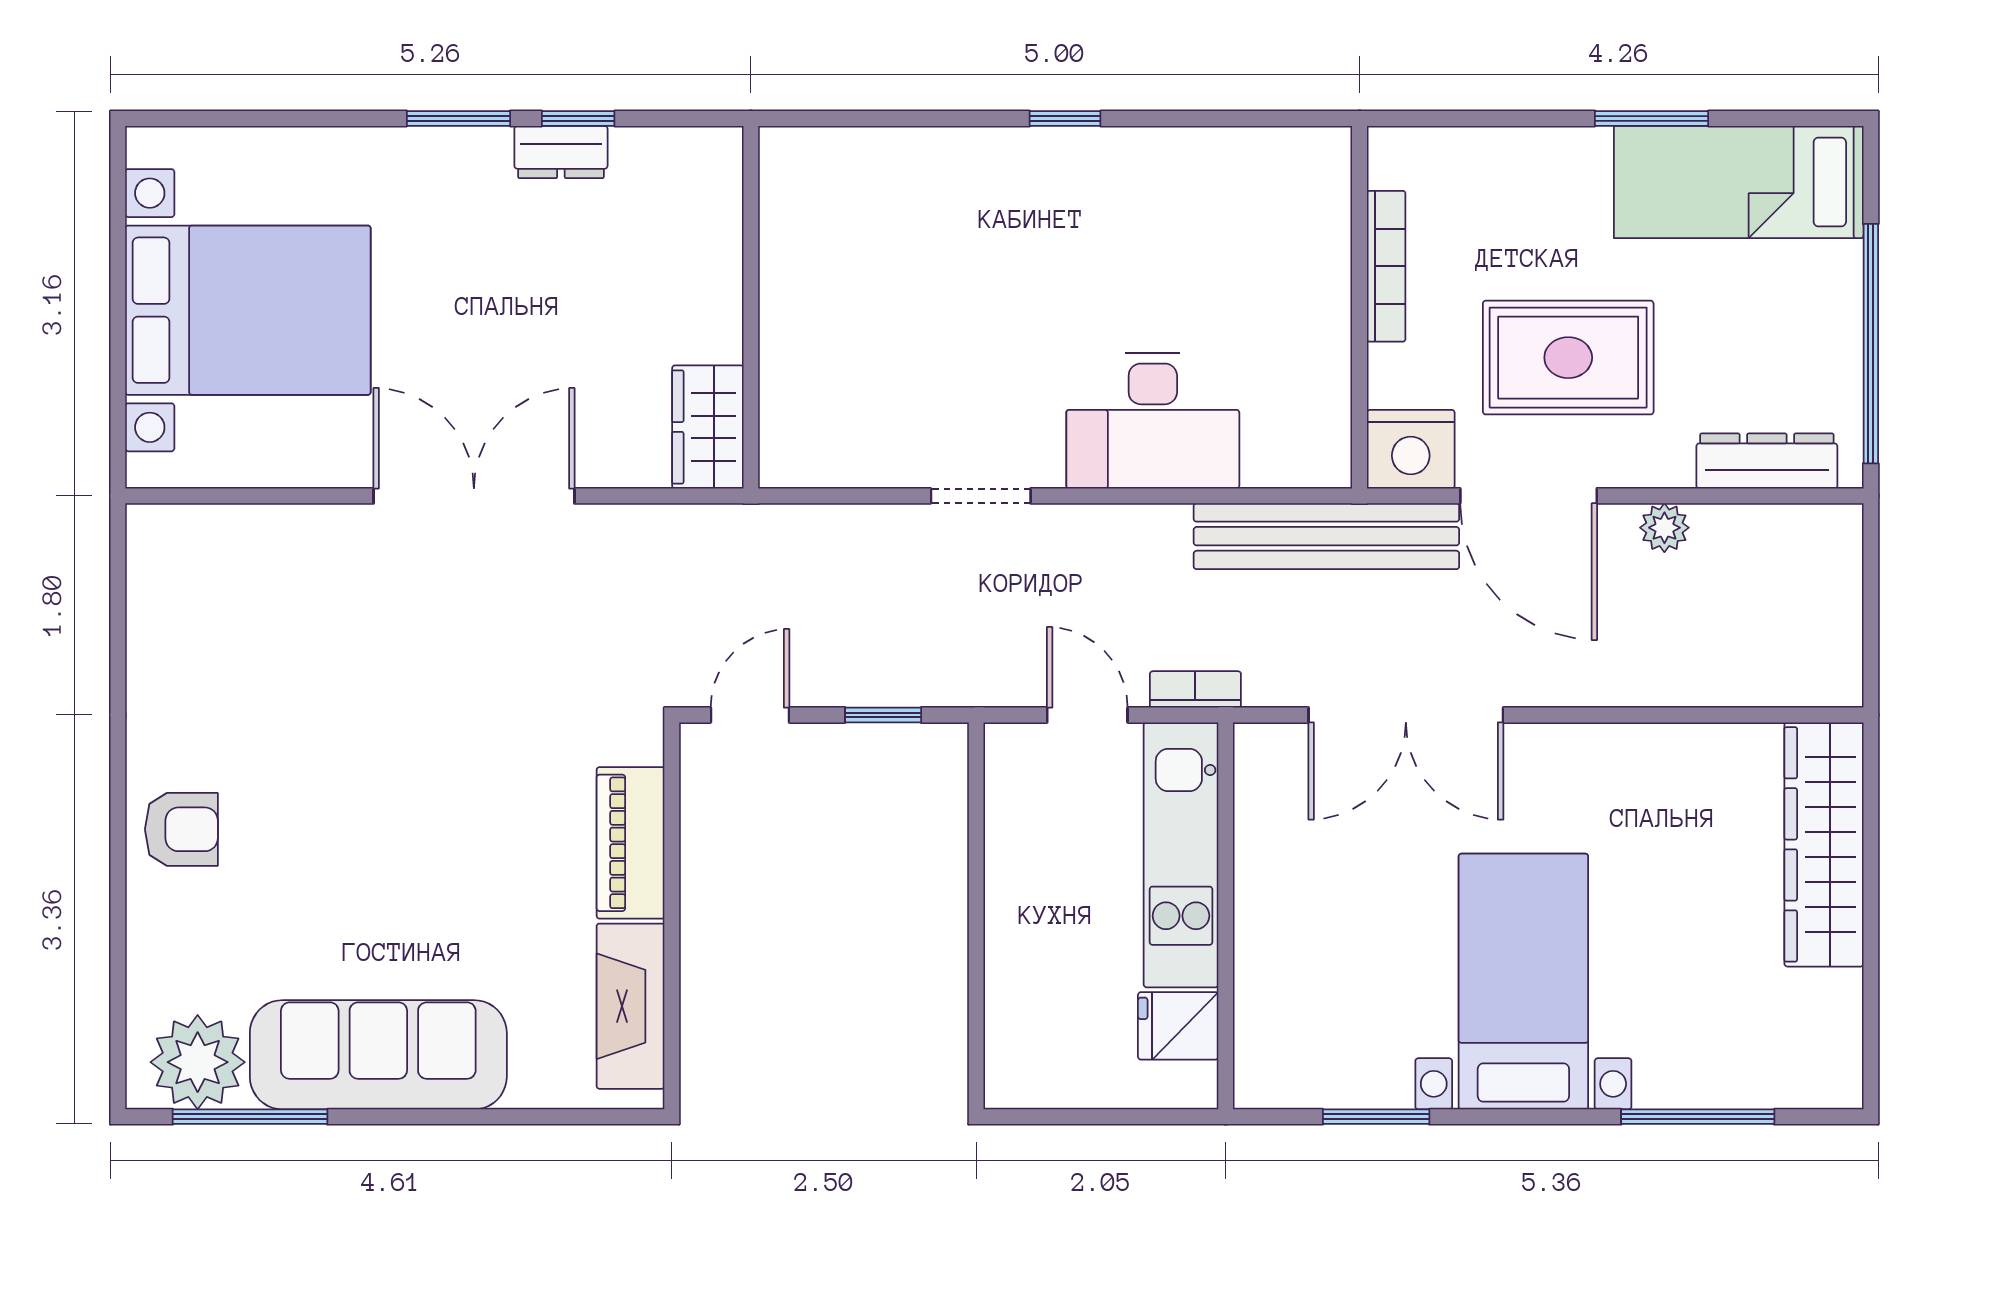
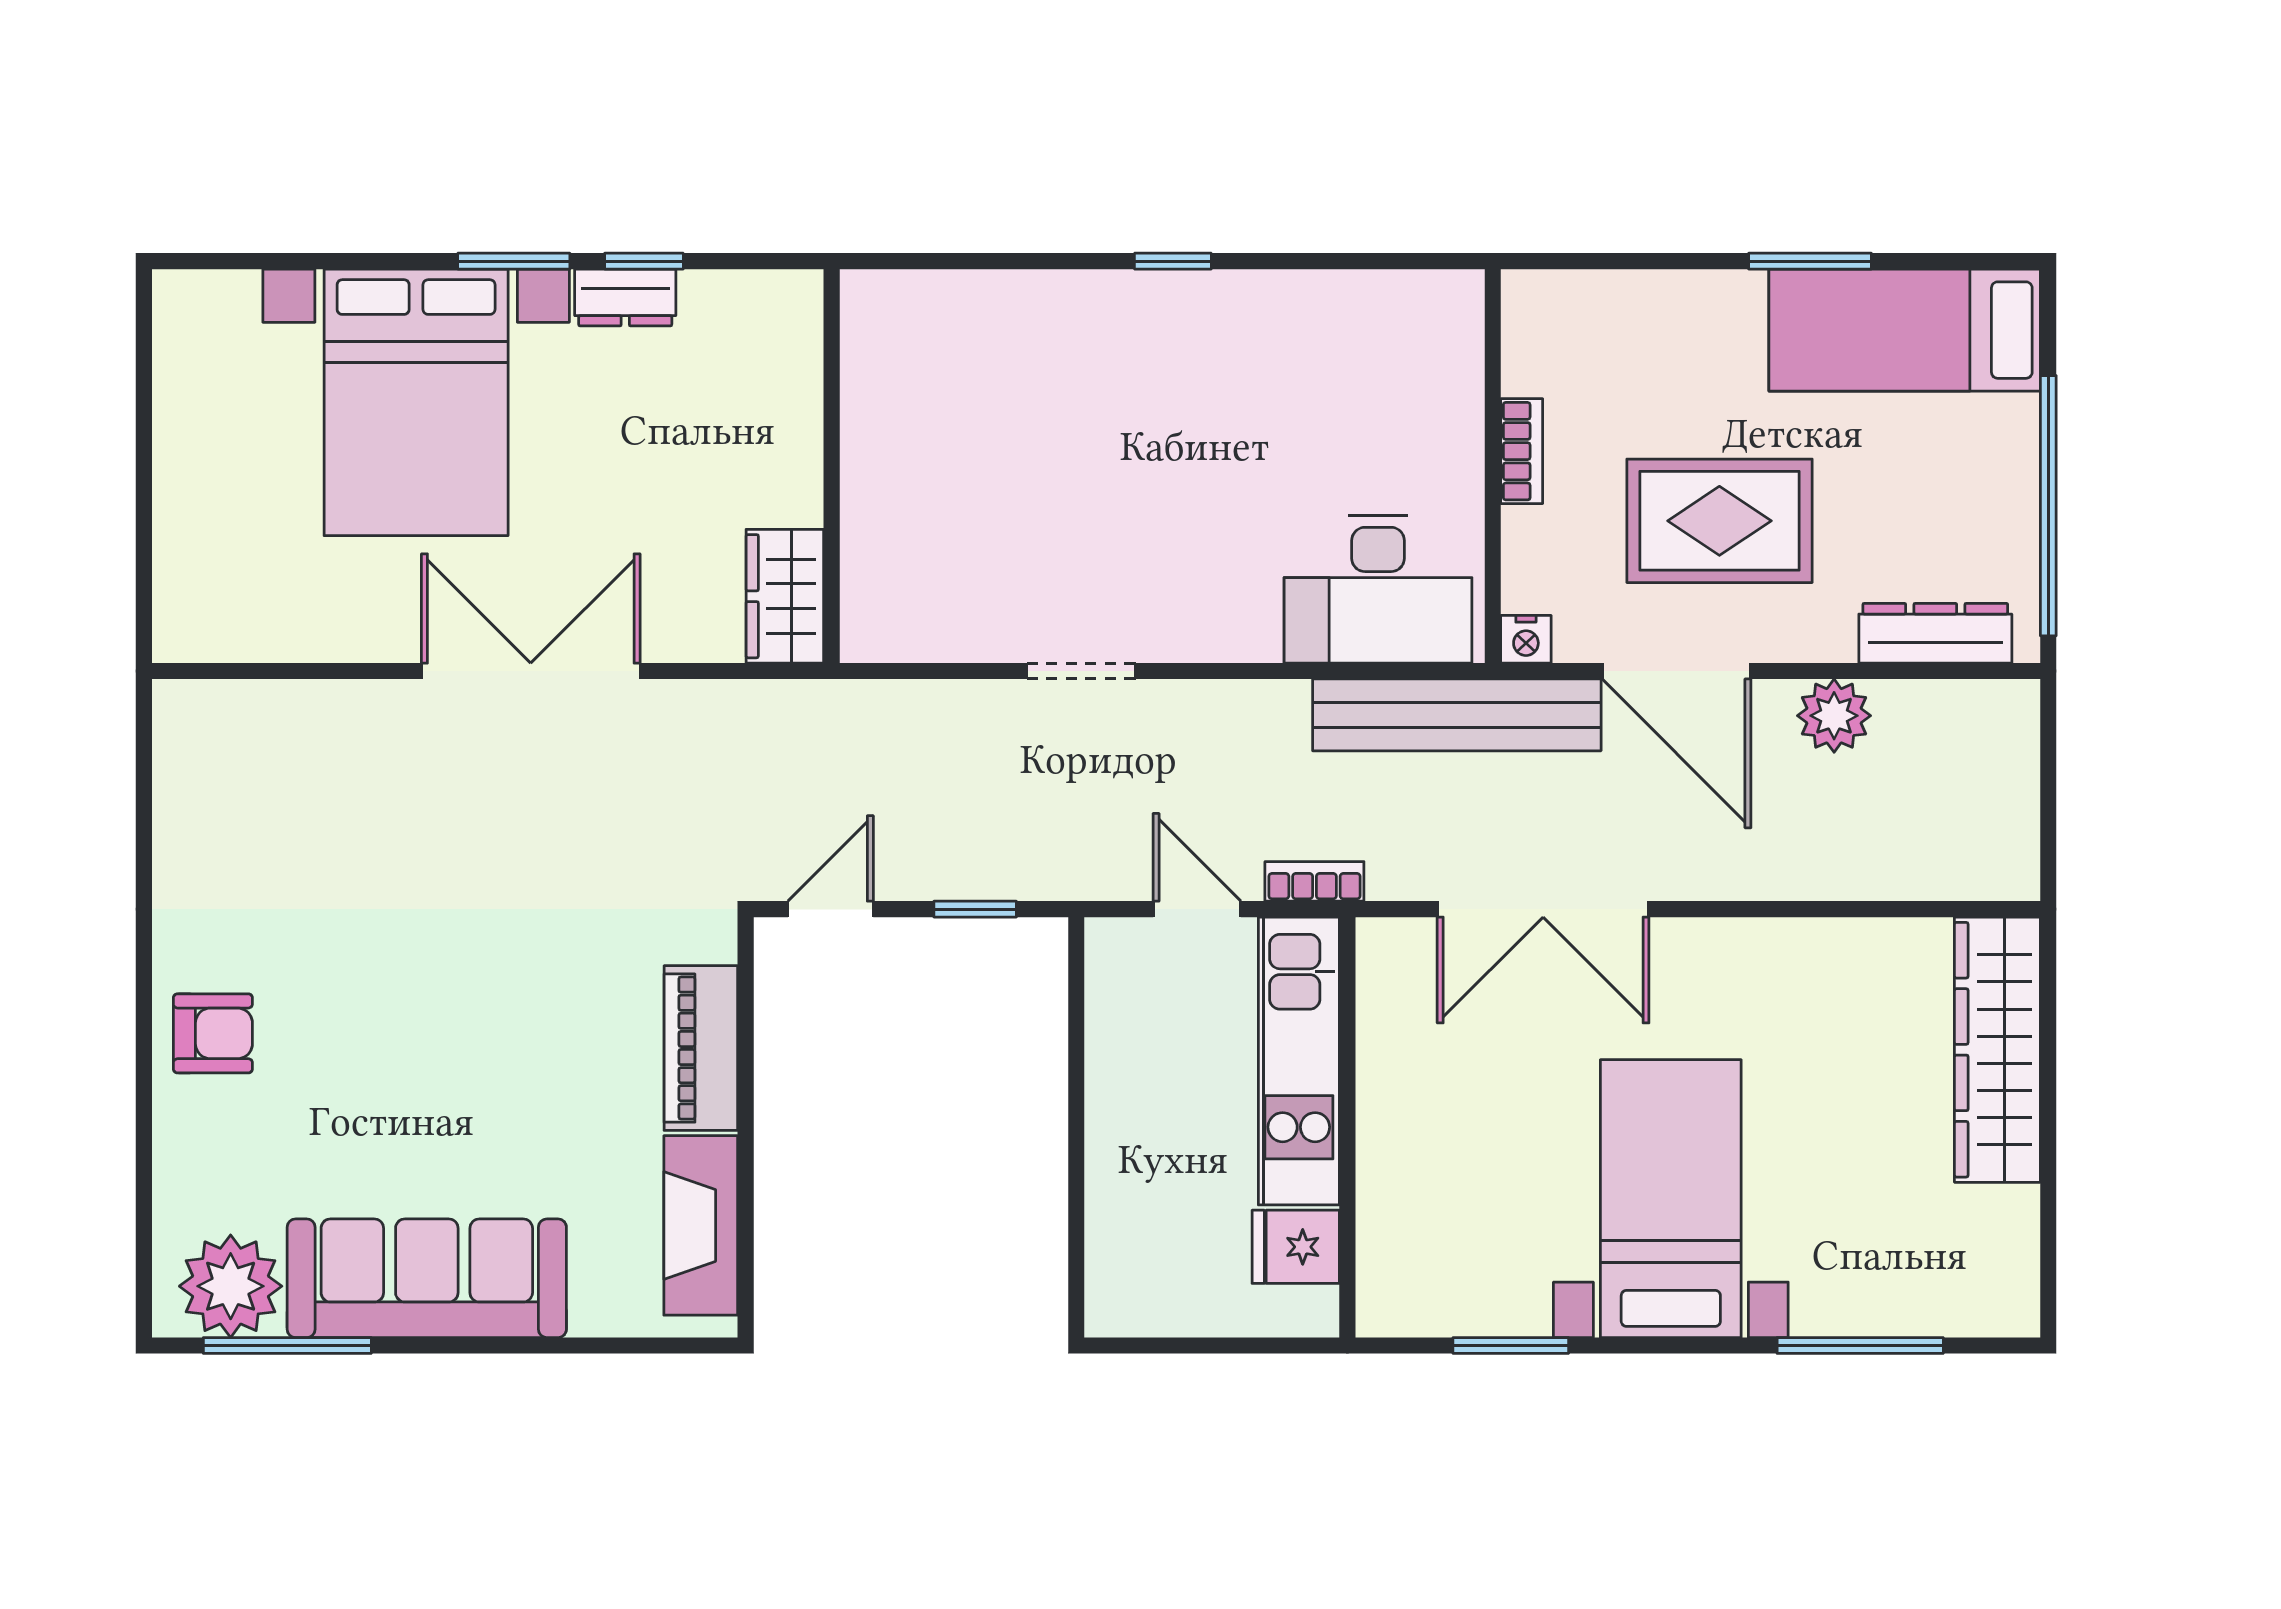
bookcase: (1386, 266) -> (1522, 451), width x0.64
bed with nightstands: (248, 310) -> (416, 402), moved, turned 90
desk: (1153, 421) -> (1378, 589), moved
nightstand: (1411, 449) -> (1526, 639), width x0.53, depth x0.56
plant: (1664, 528) -> (1834, 716), width x1.38, depth x1.38

